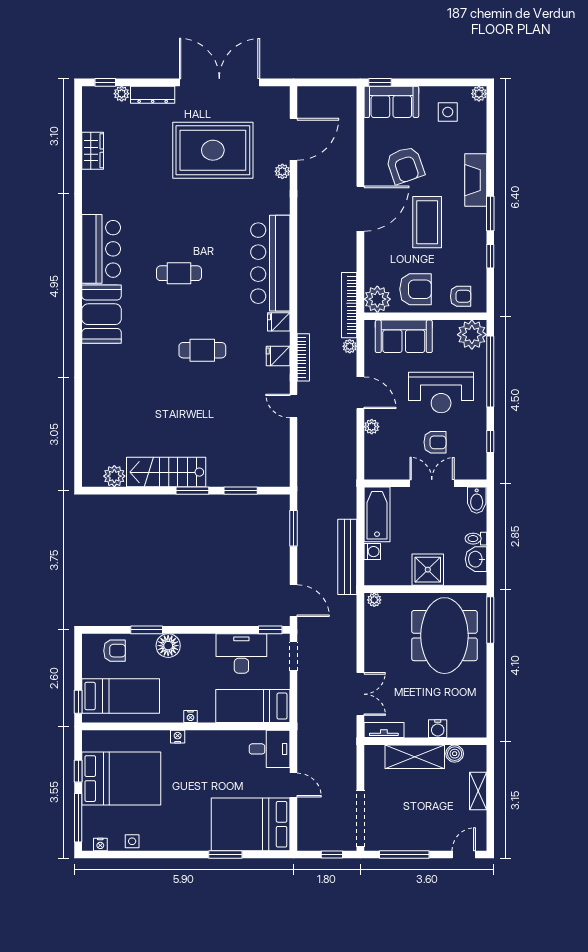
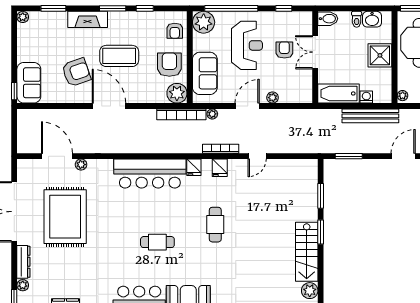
side table: (448, 112) -> (36, 40), removed
window: (490, 135) -> (53, 8), added
cafe table: (179, 273) -> (157, 242), turned 90
armchair: (461, 296) -> (175, 31), turned 180

